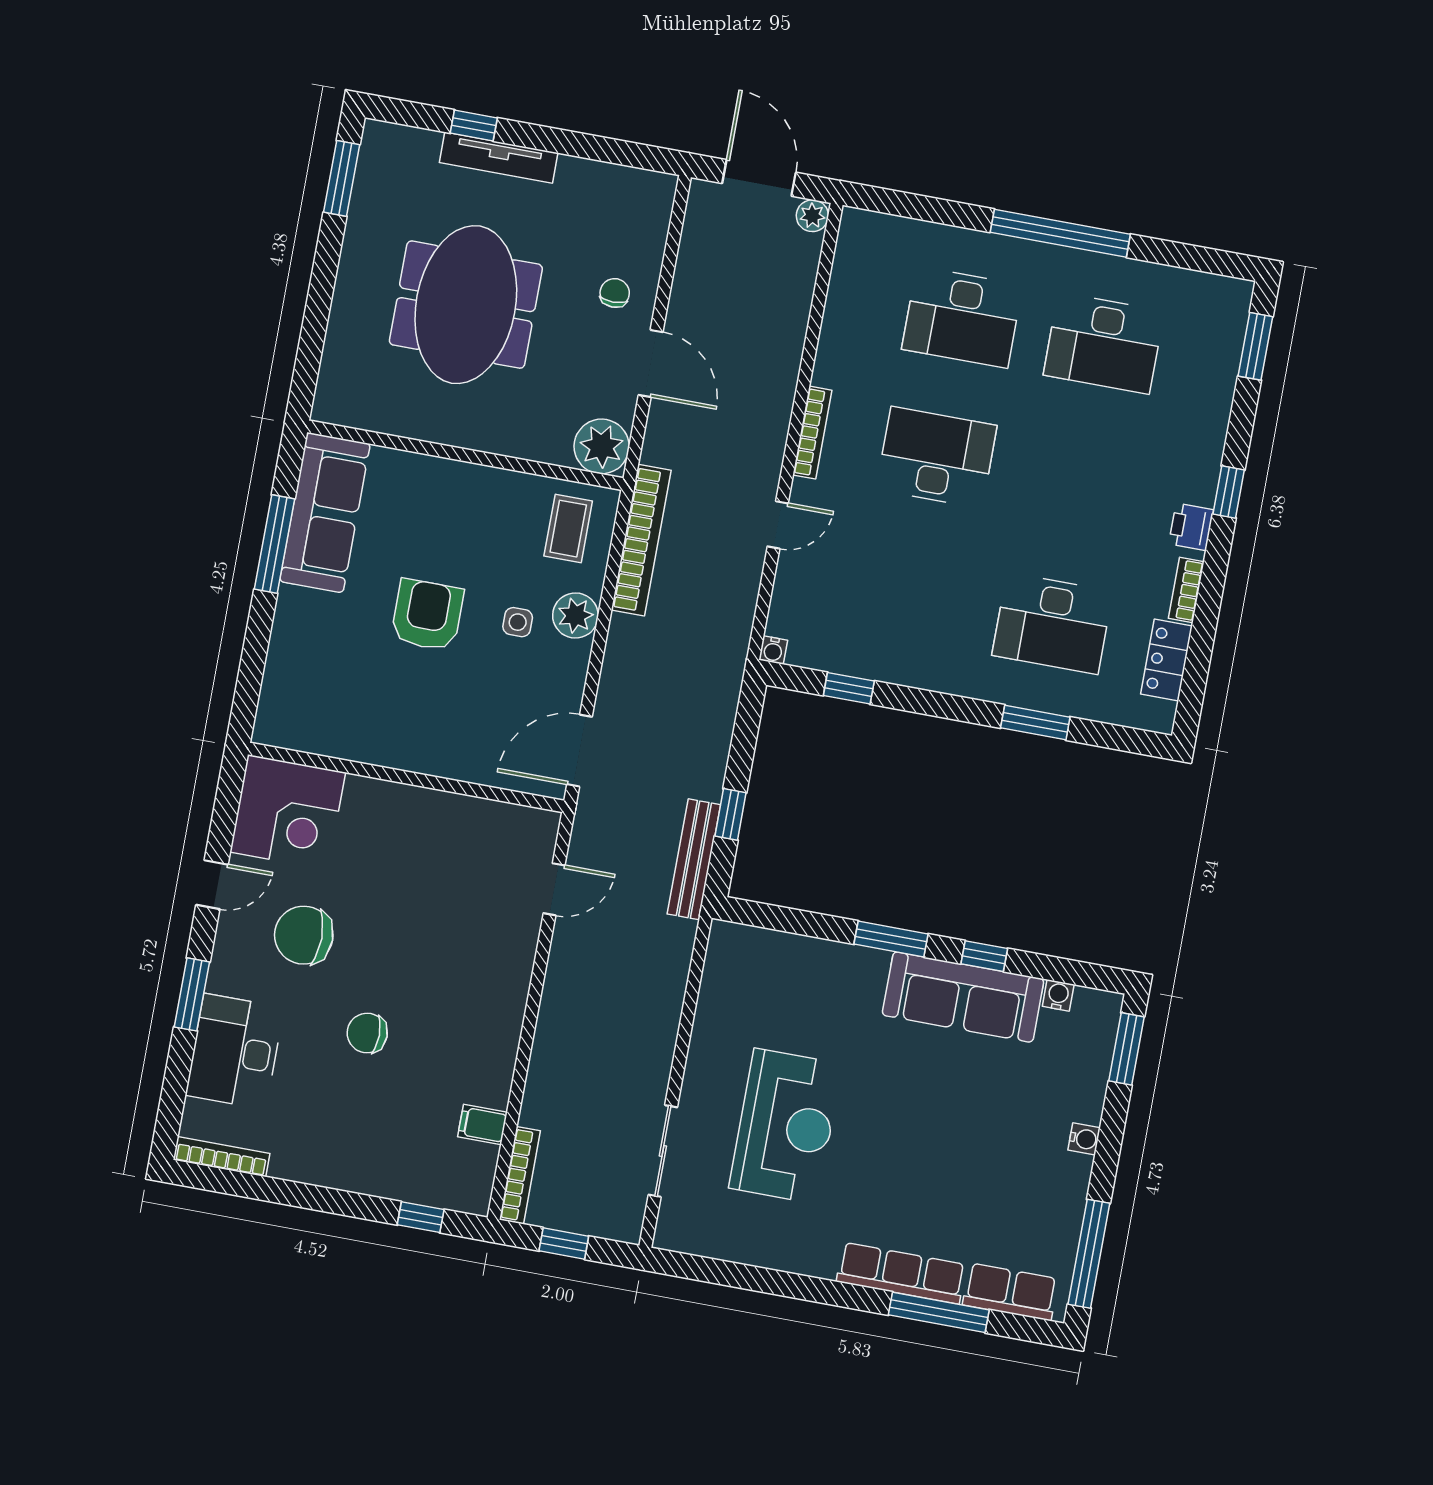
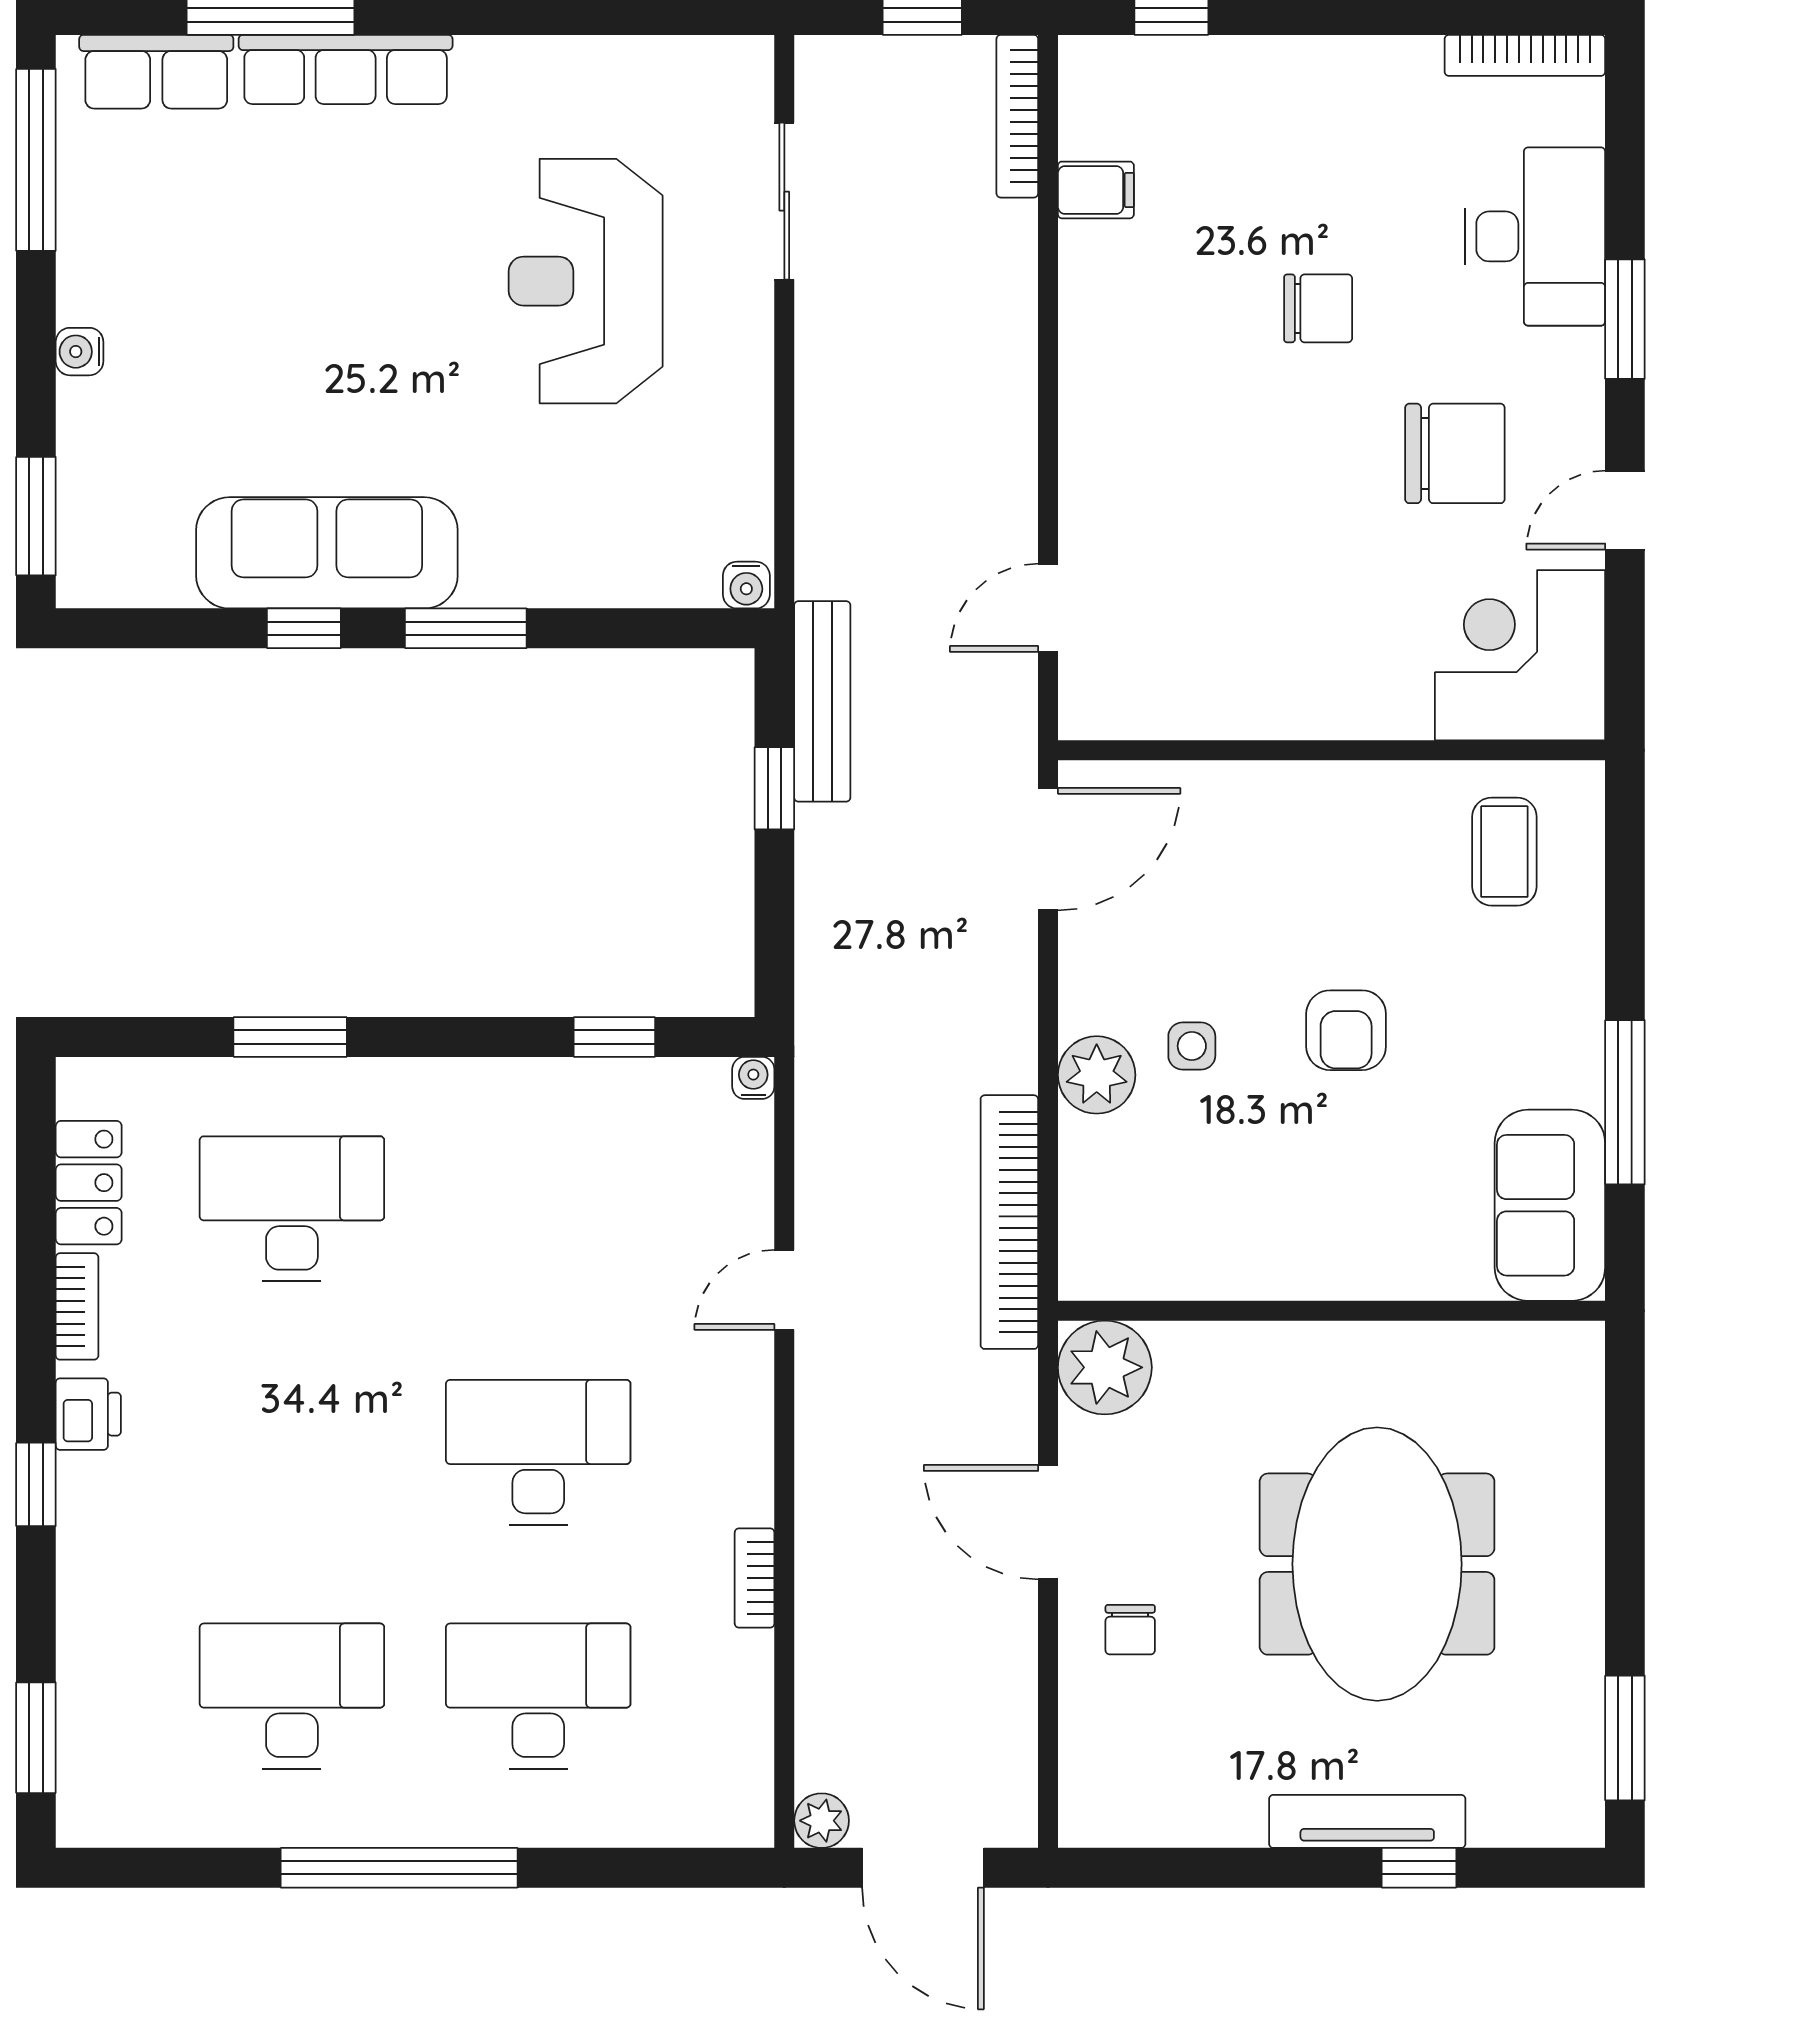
bookcase: (812, 433) -> (755, 1578), moved, width x0.64
desk: (936, 457) -> (538, 1452), turned 180
sofa: (325, 513) -> (1550, 1205), width x0.73
coffee table: (568, 529) -> (1504, 852), moved
armchair: (427, 615) -> (1346, 1030), width x0.72, depth x0.72
water cooler: (1058, 995) -> (746, 585), moved

